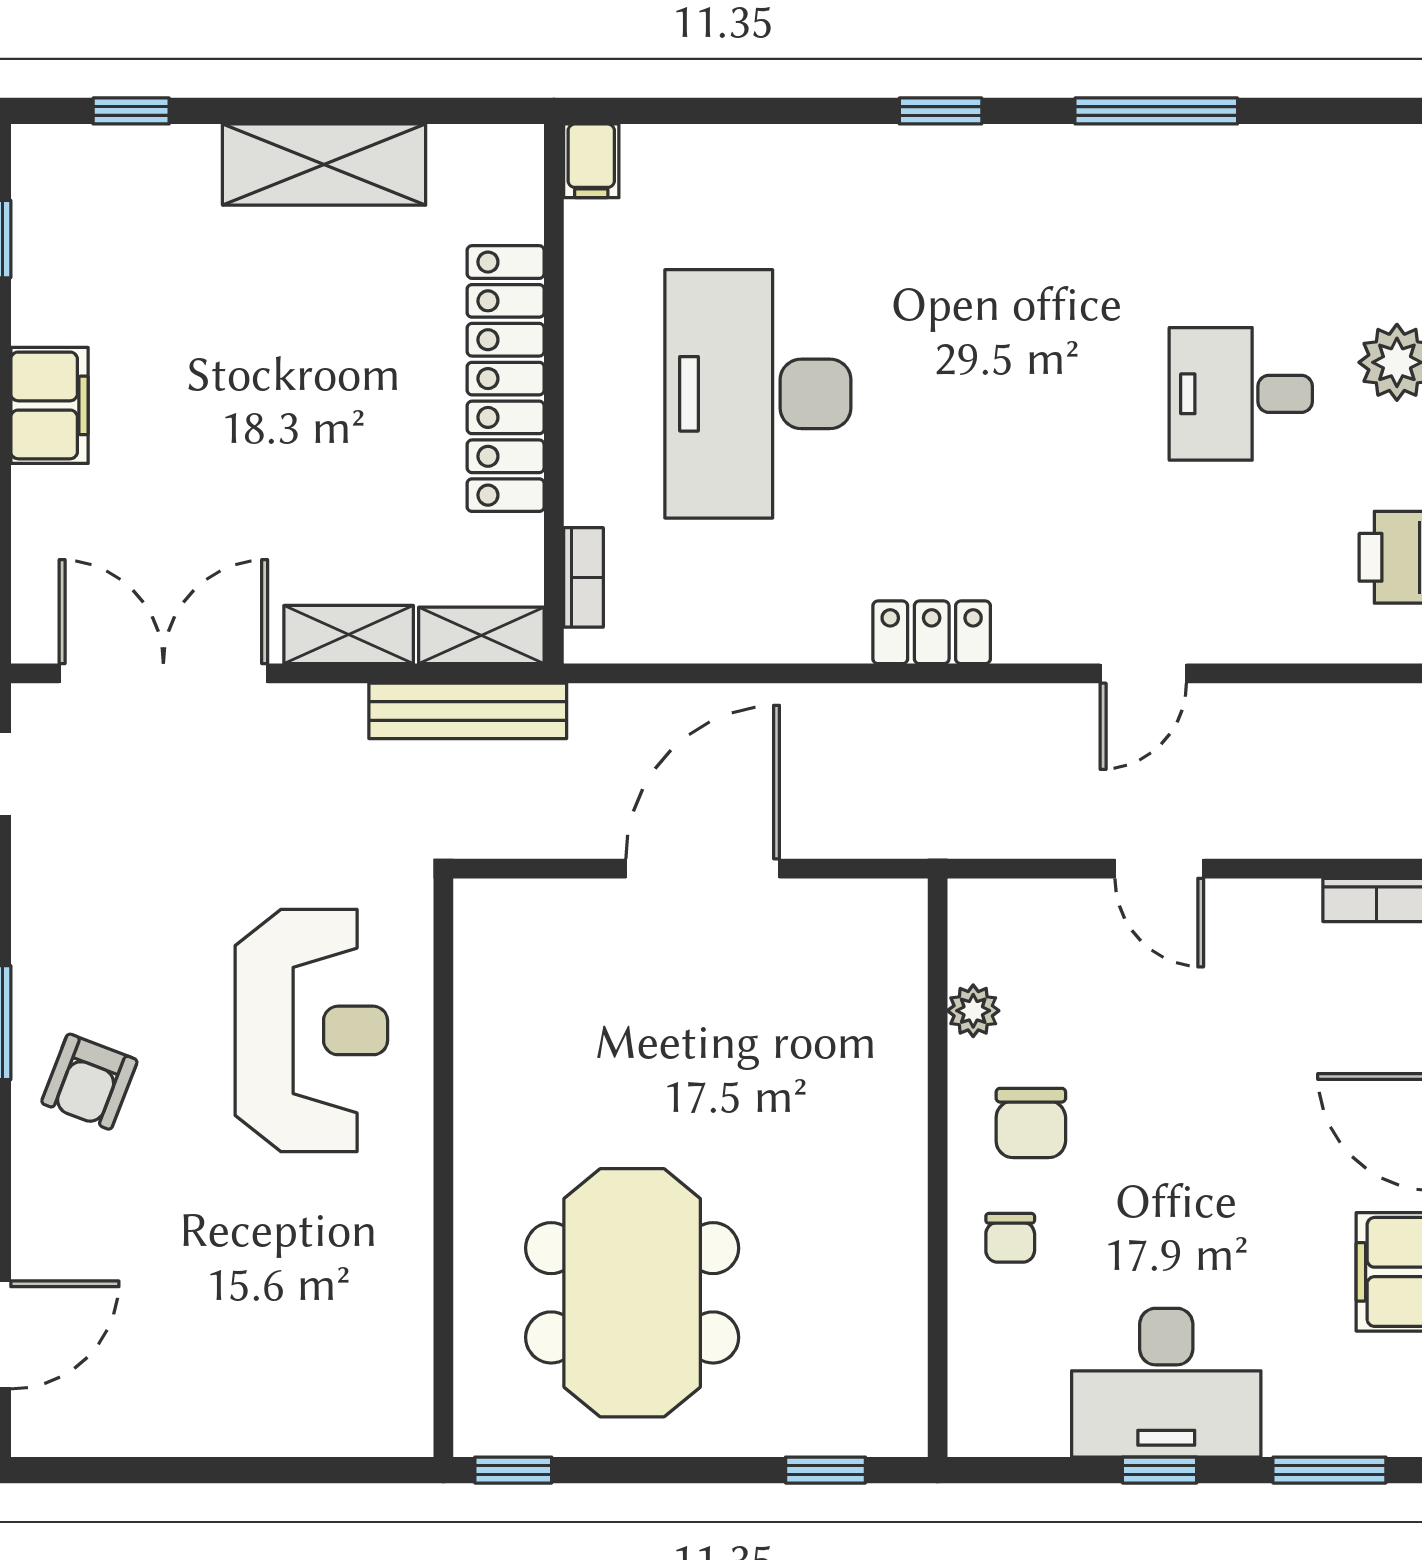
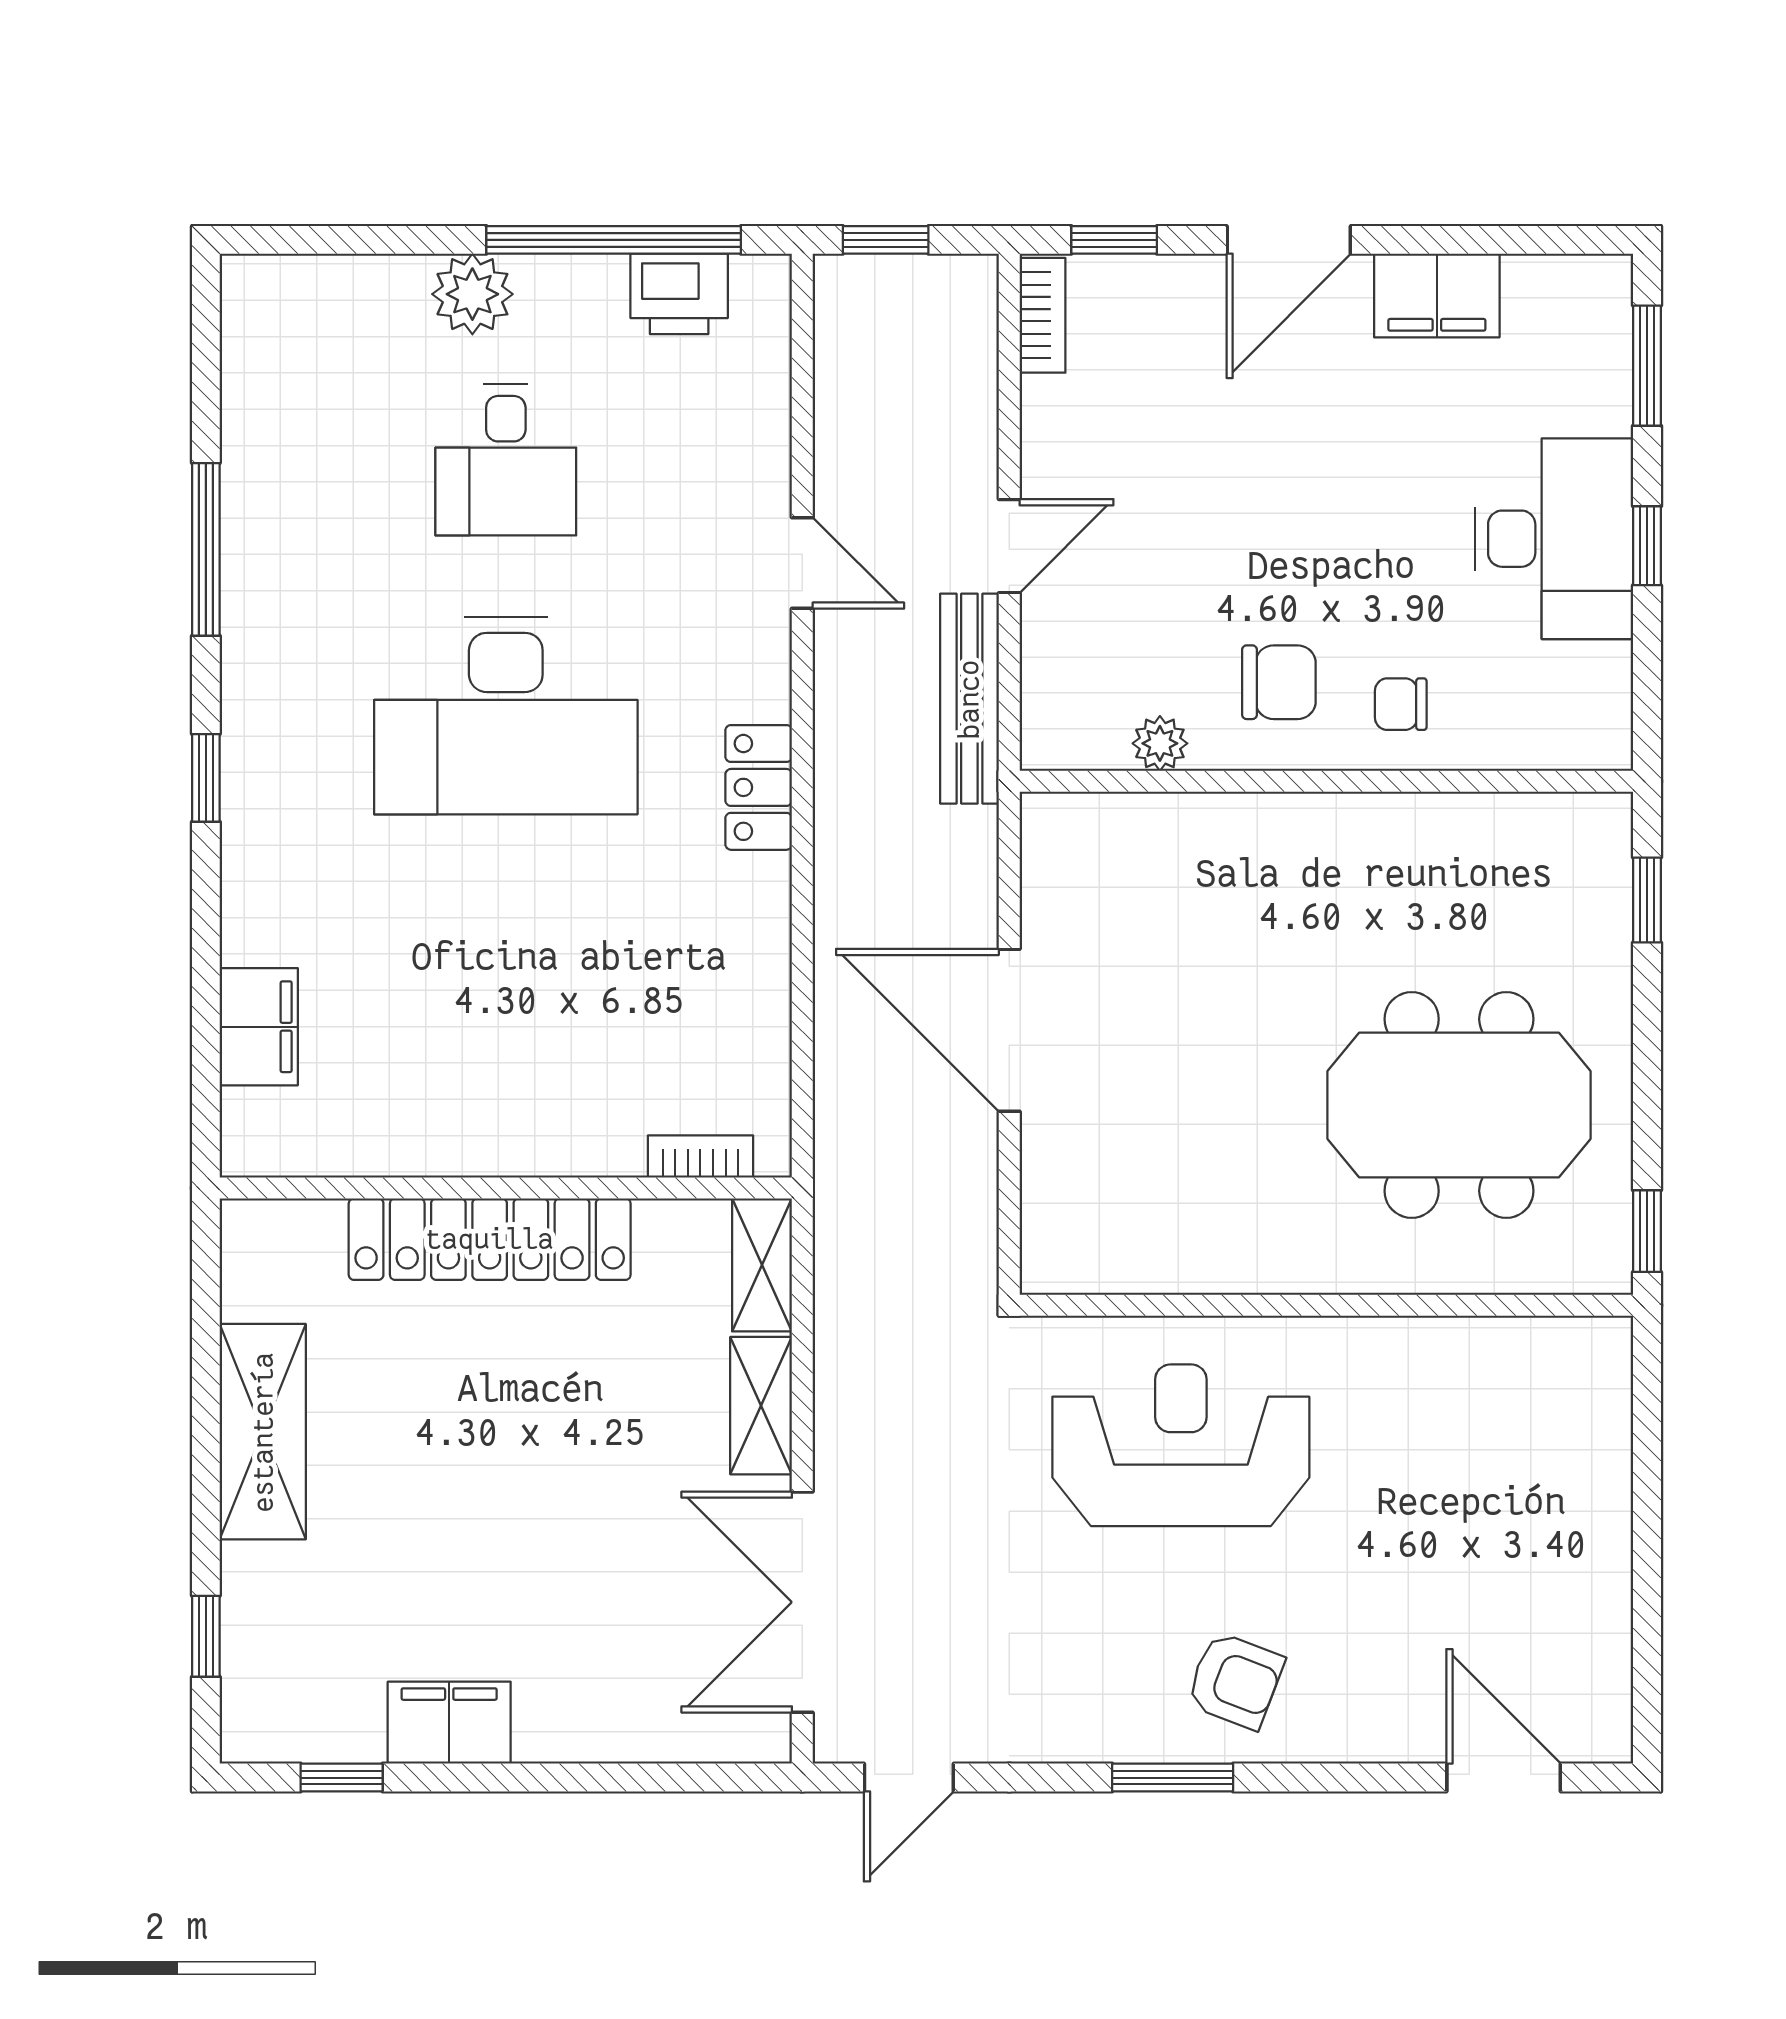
filing cabinet: (591, 161) -> (259, 1027), moved, width x2.00
desk: (758, 394) -> (506, 716), moved
filing cabinet: (50, 405) -> (449, 1723), moved
bench: (468, 711) -> (969, 699), moved
chair: (1010, 1238) -> (1401, 704), turned 180

